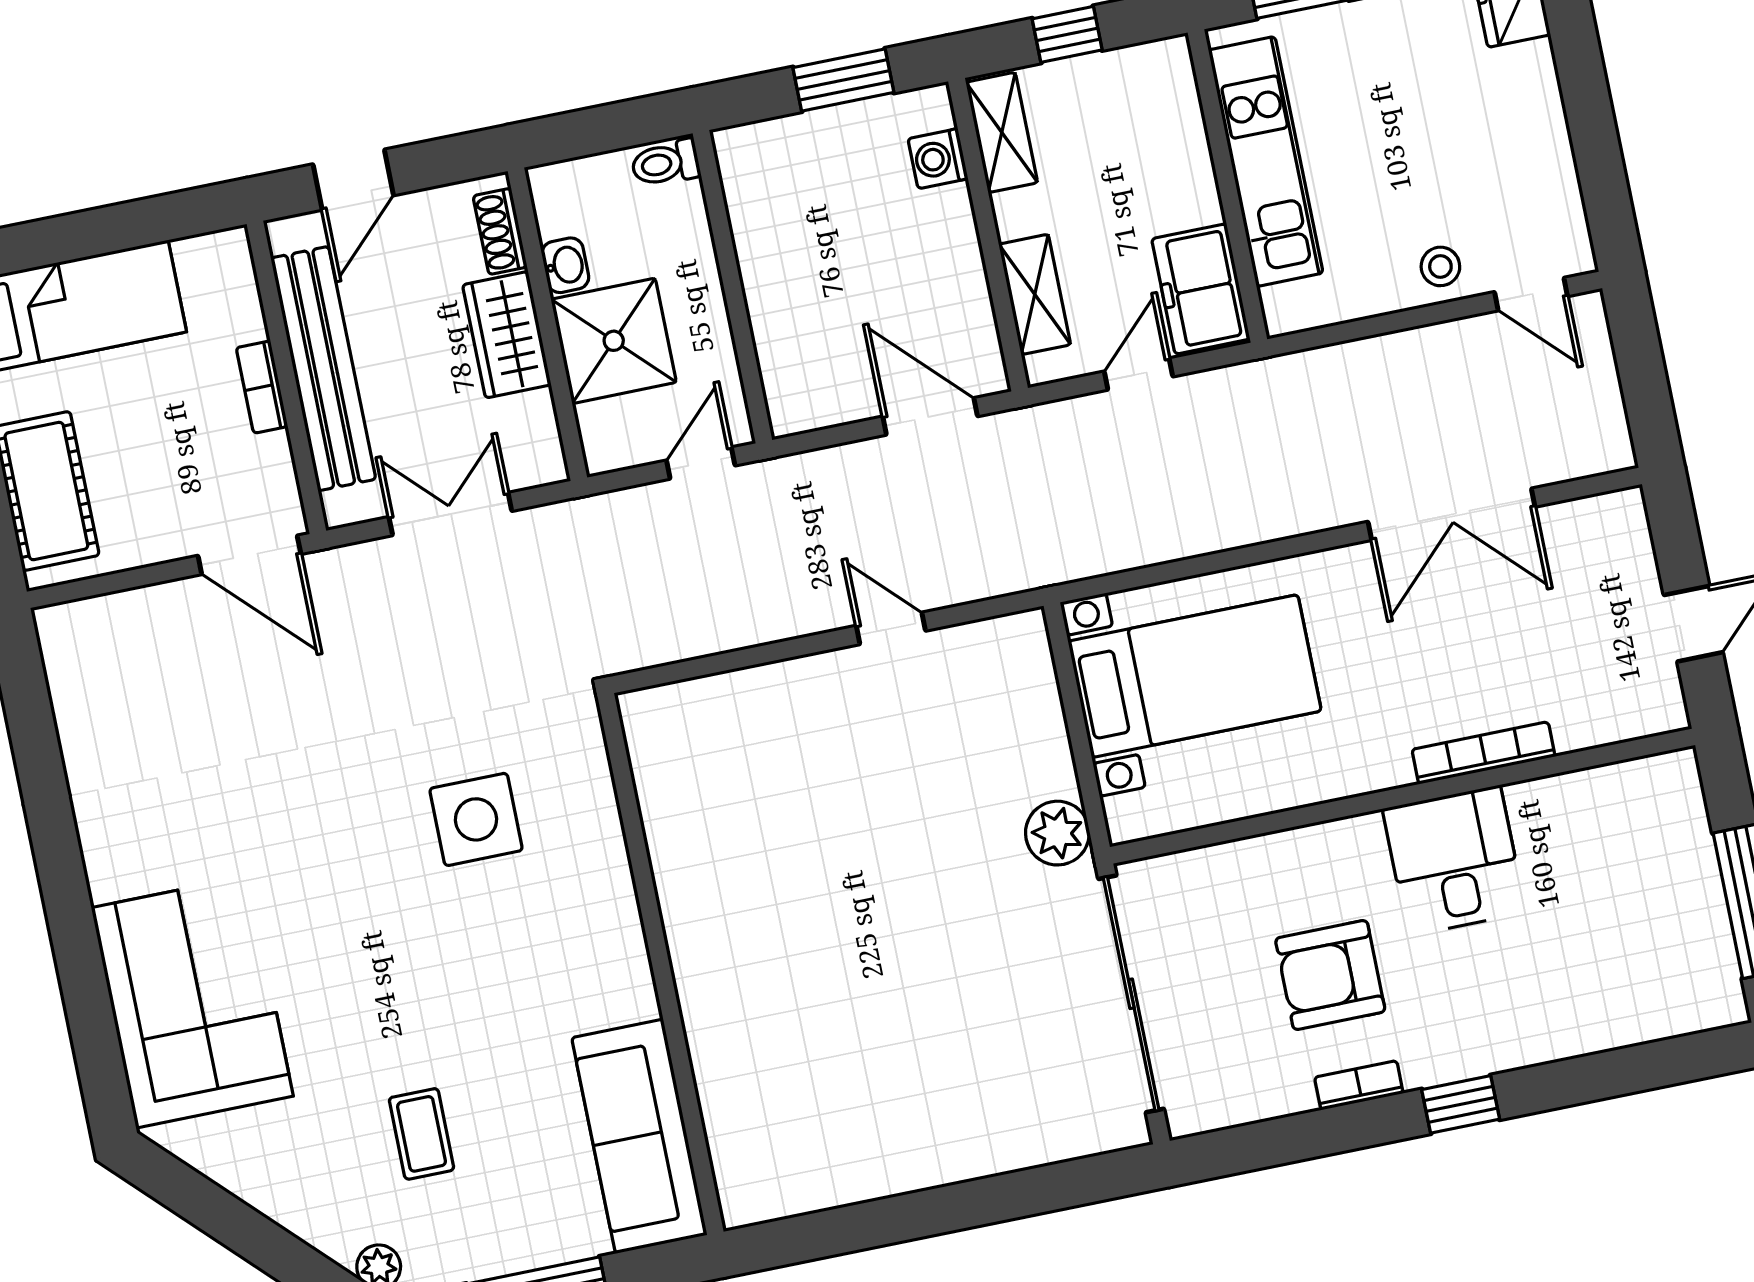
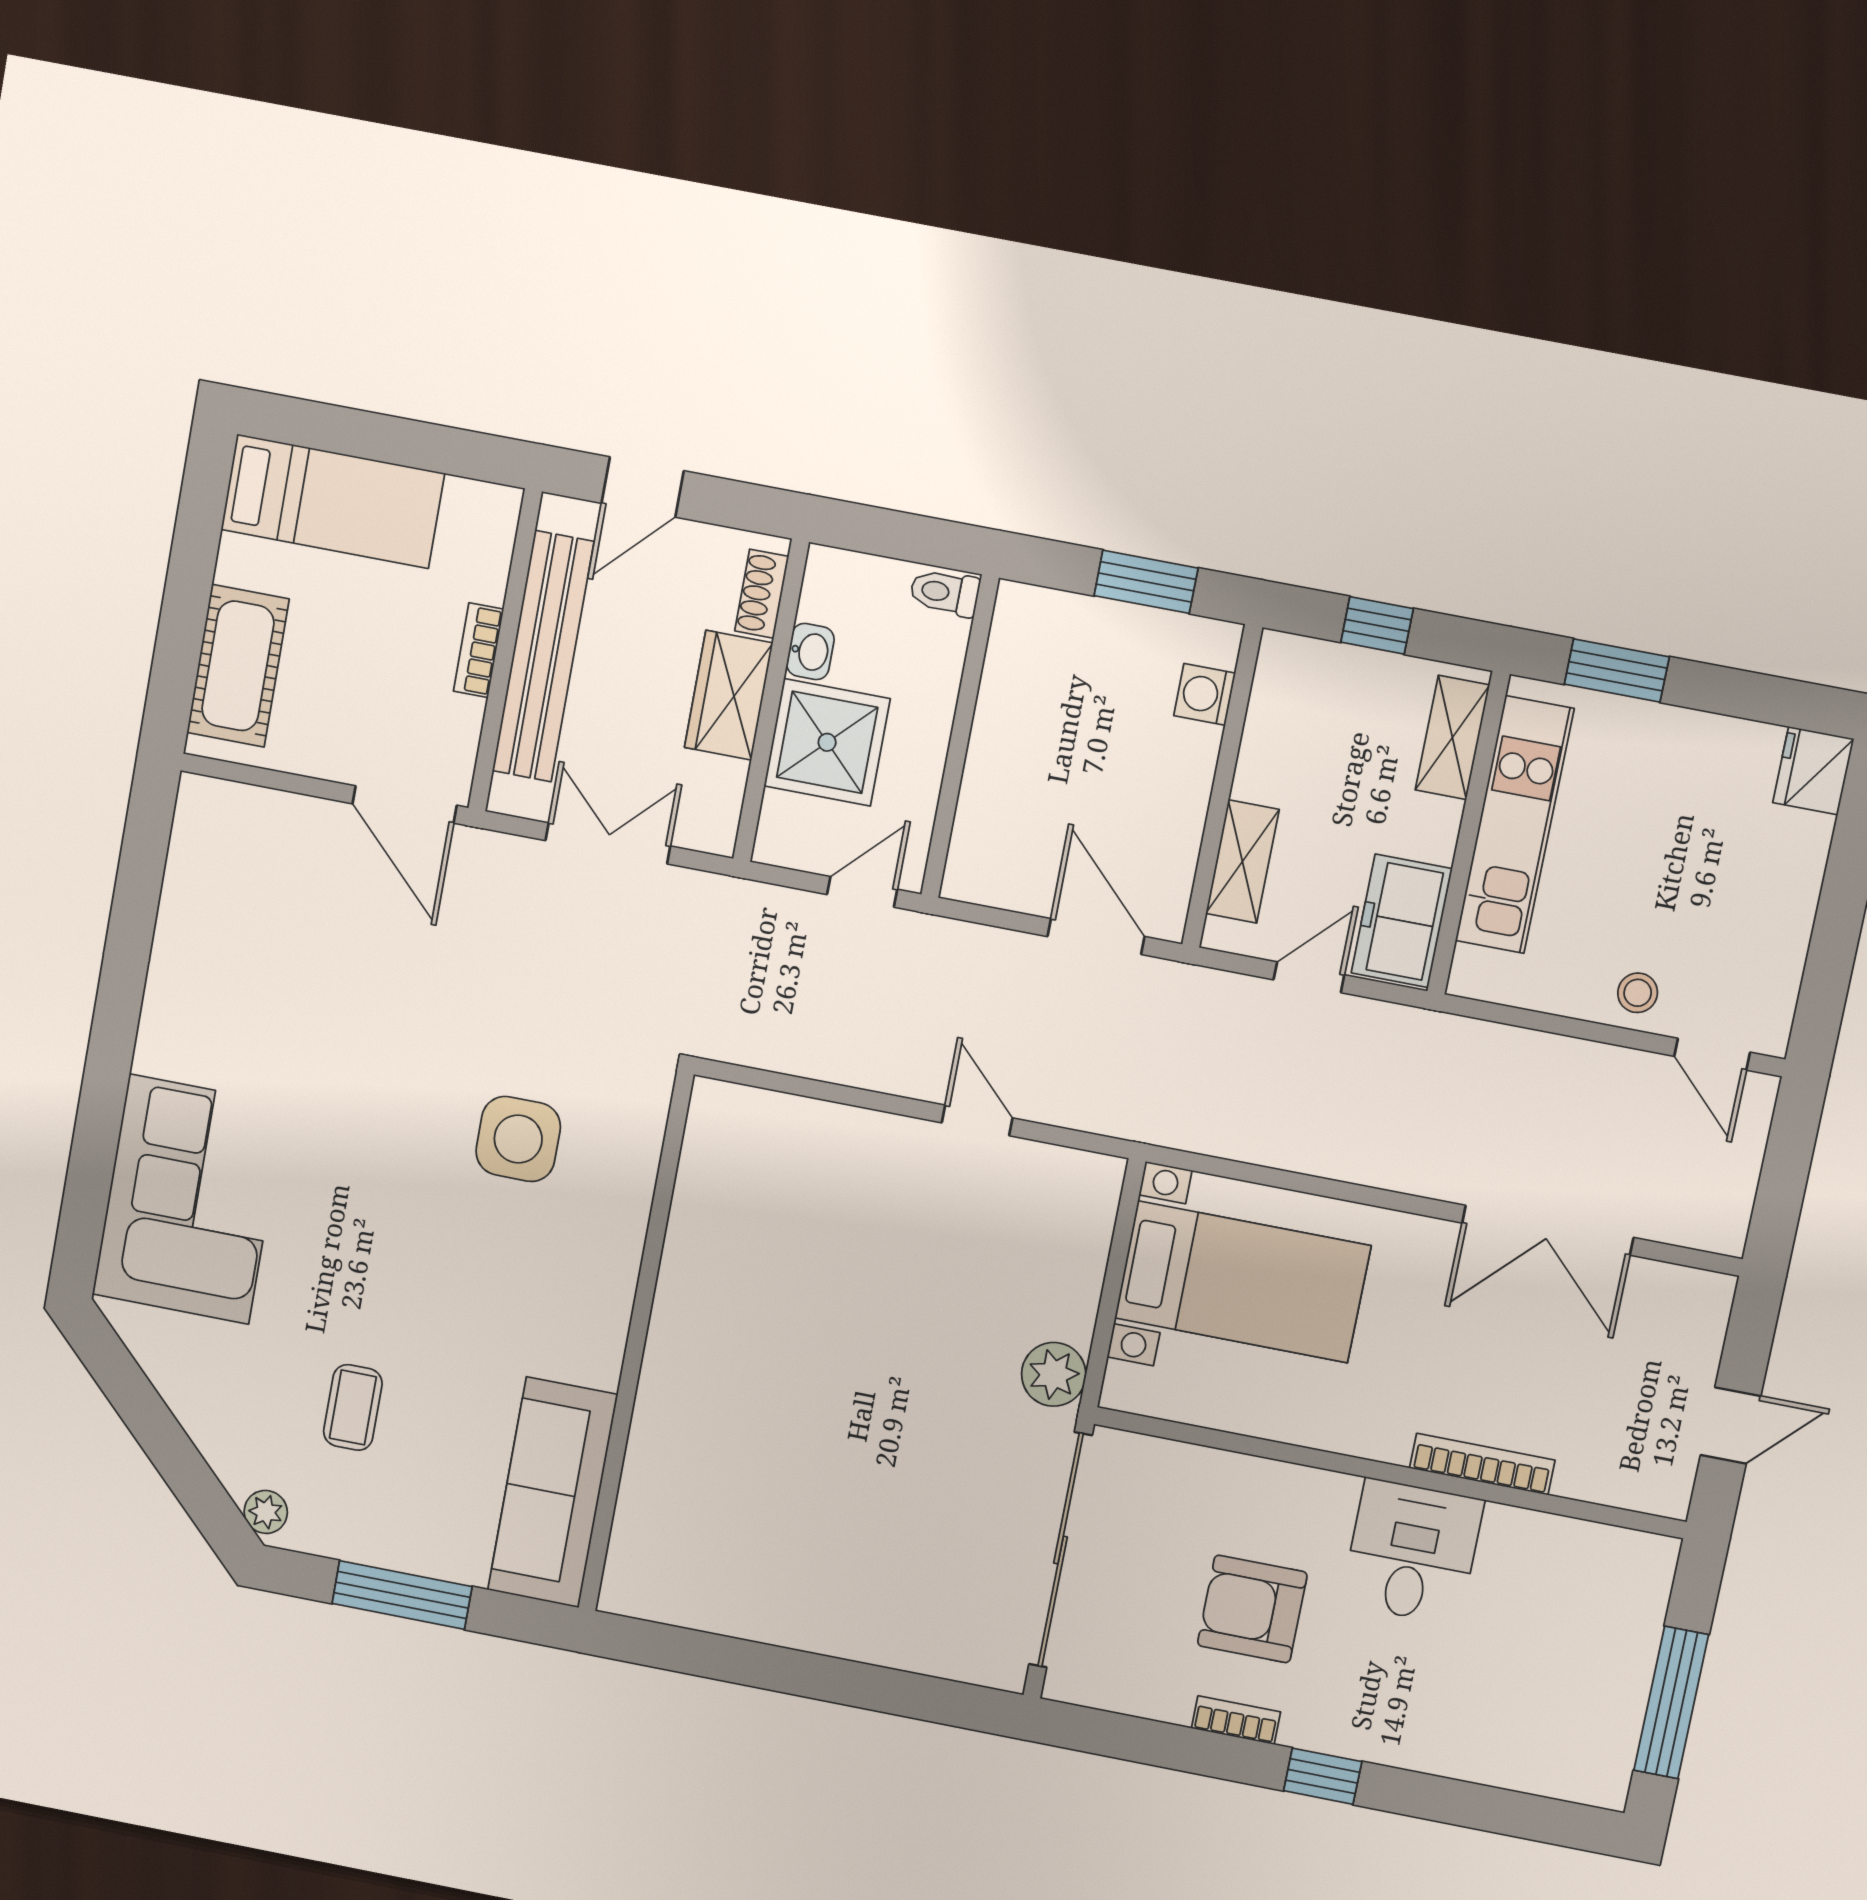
shelving: (1002, 132) -> (1452, 738), moved

